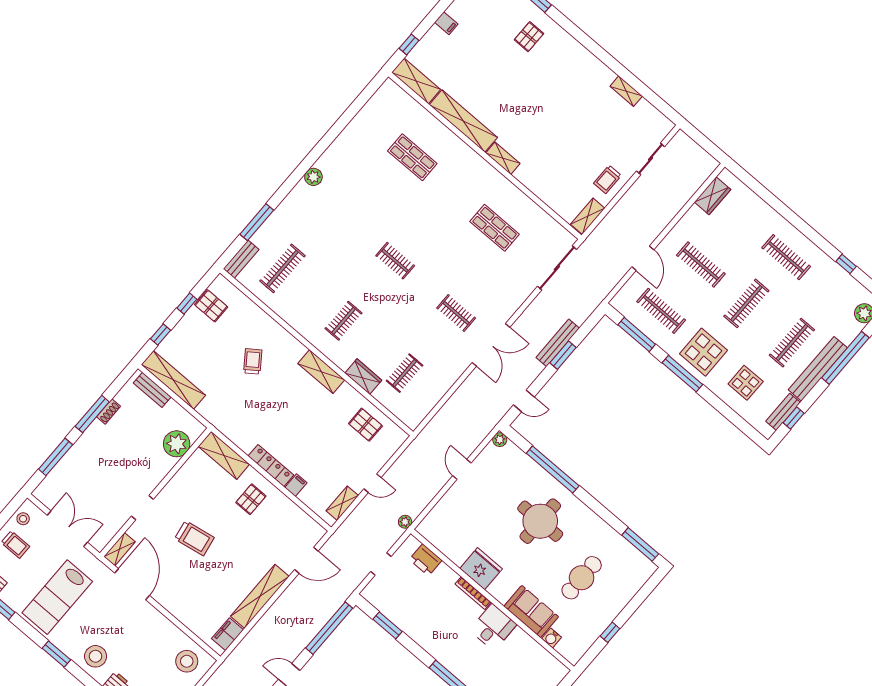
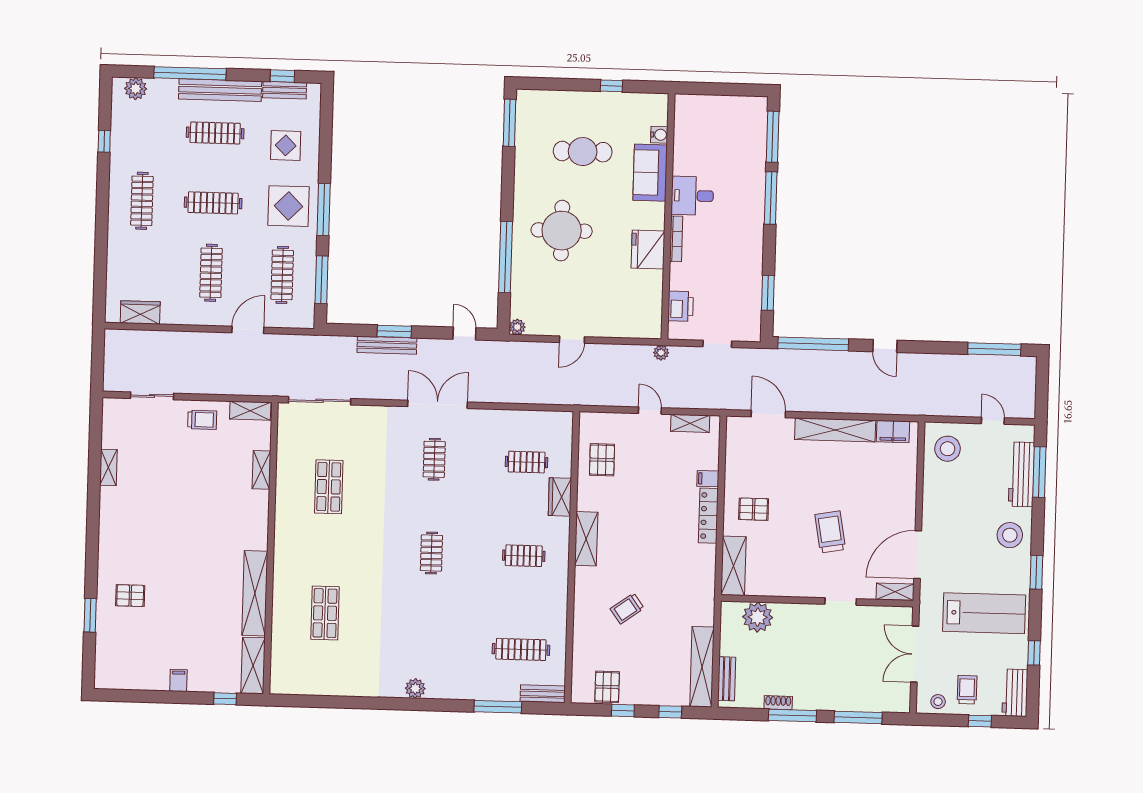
shelving: (503, 158) -> (261, 470), moved

